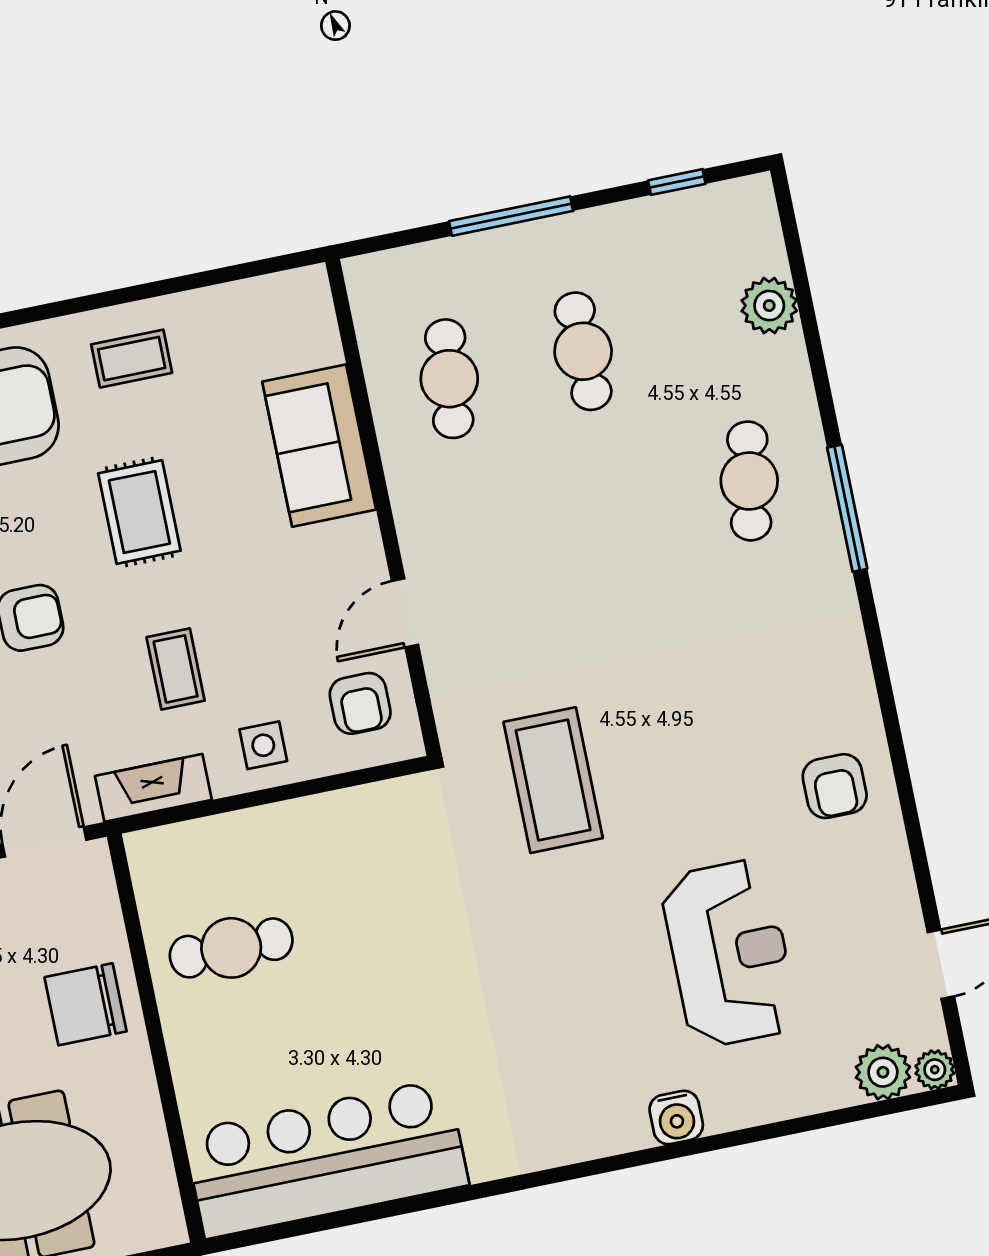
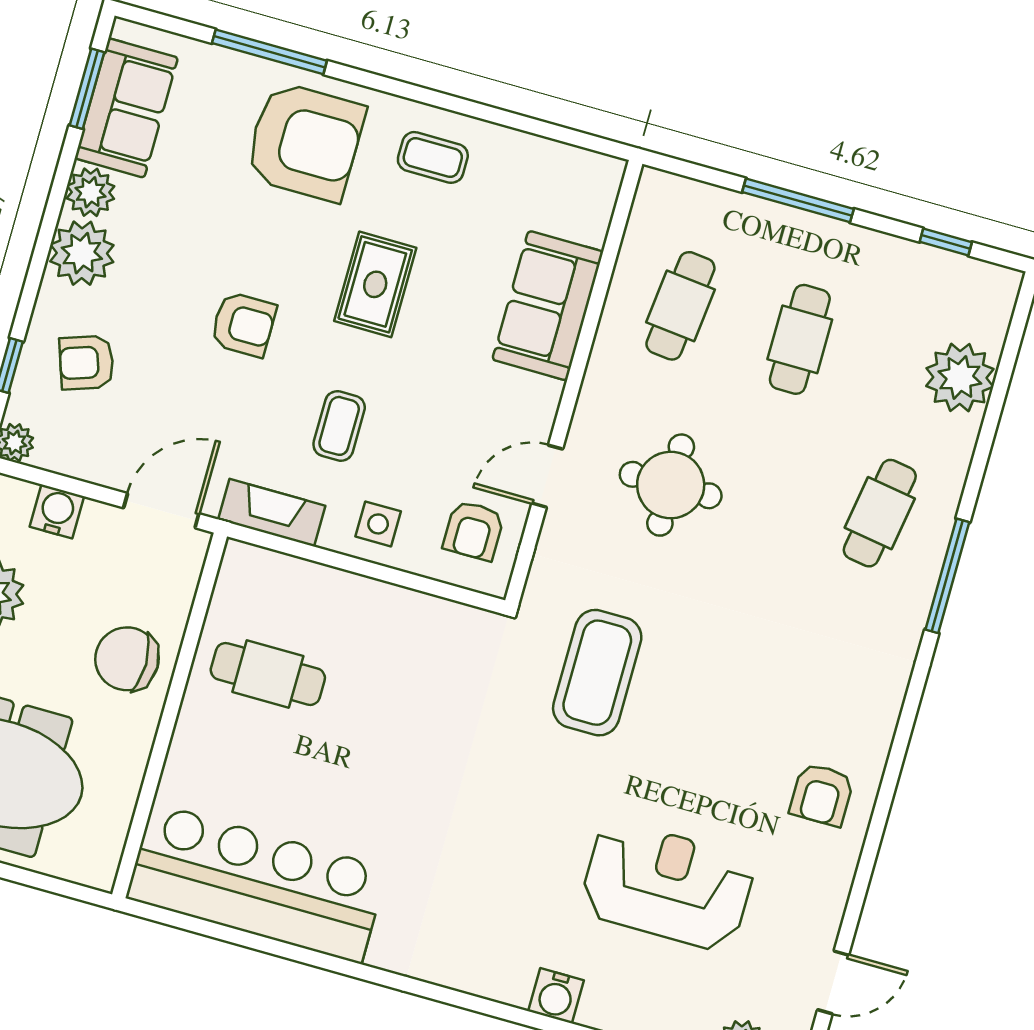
plant: (769, 306) -> (960, 378), width x1.36, depth x1.36
round table: (530, 559) -> (671, 485), added
reception desk: (729, 953) -> (667, 886), turned -90

